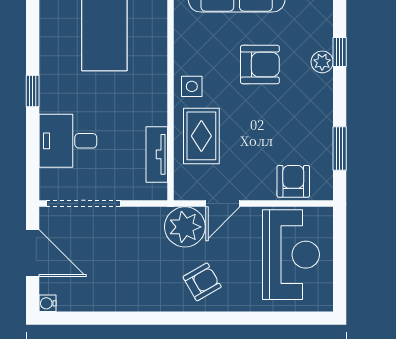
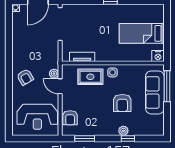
desk: (68, 141) -> (88, 17), removed
armchair: (293, 181) -> (70, 118), turned 90
plant: (185, 227) -> (54, 74), width x0.53, depth x0.53

